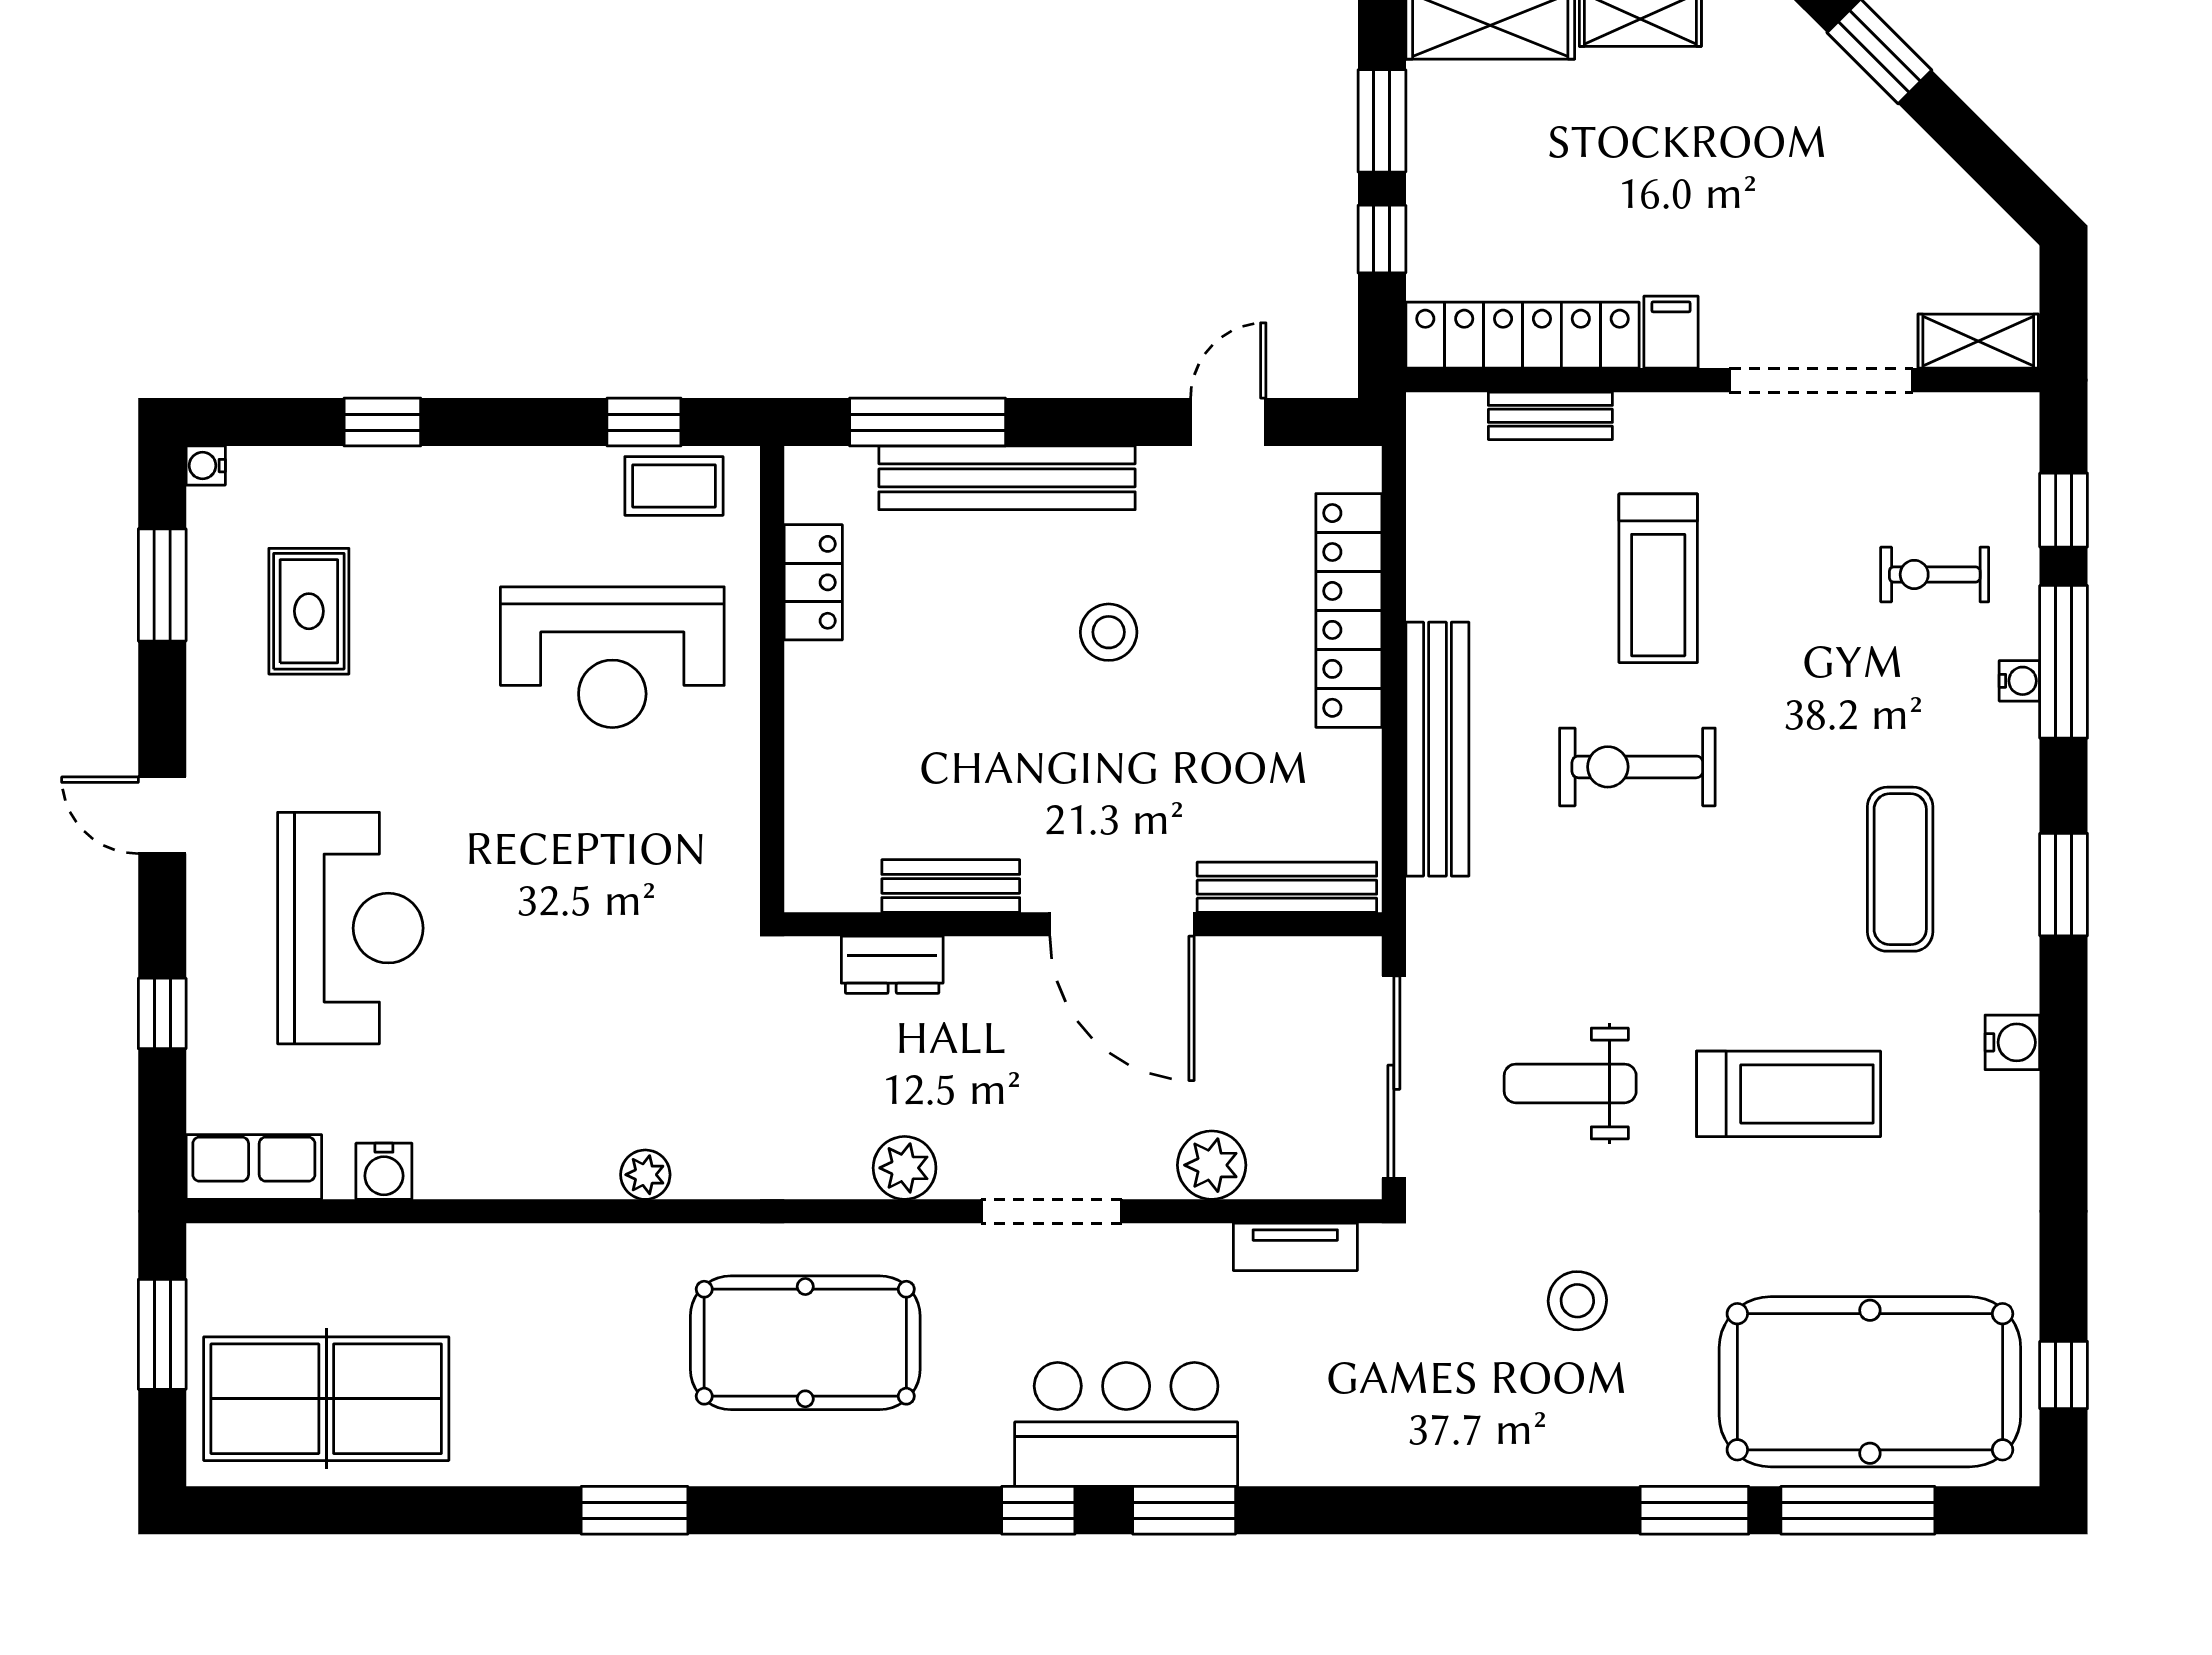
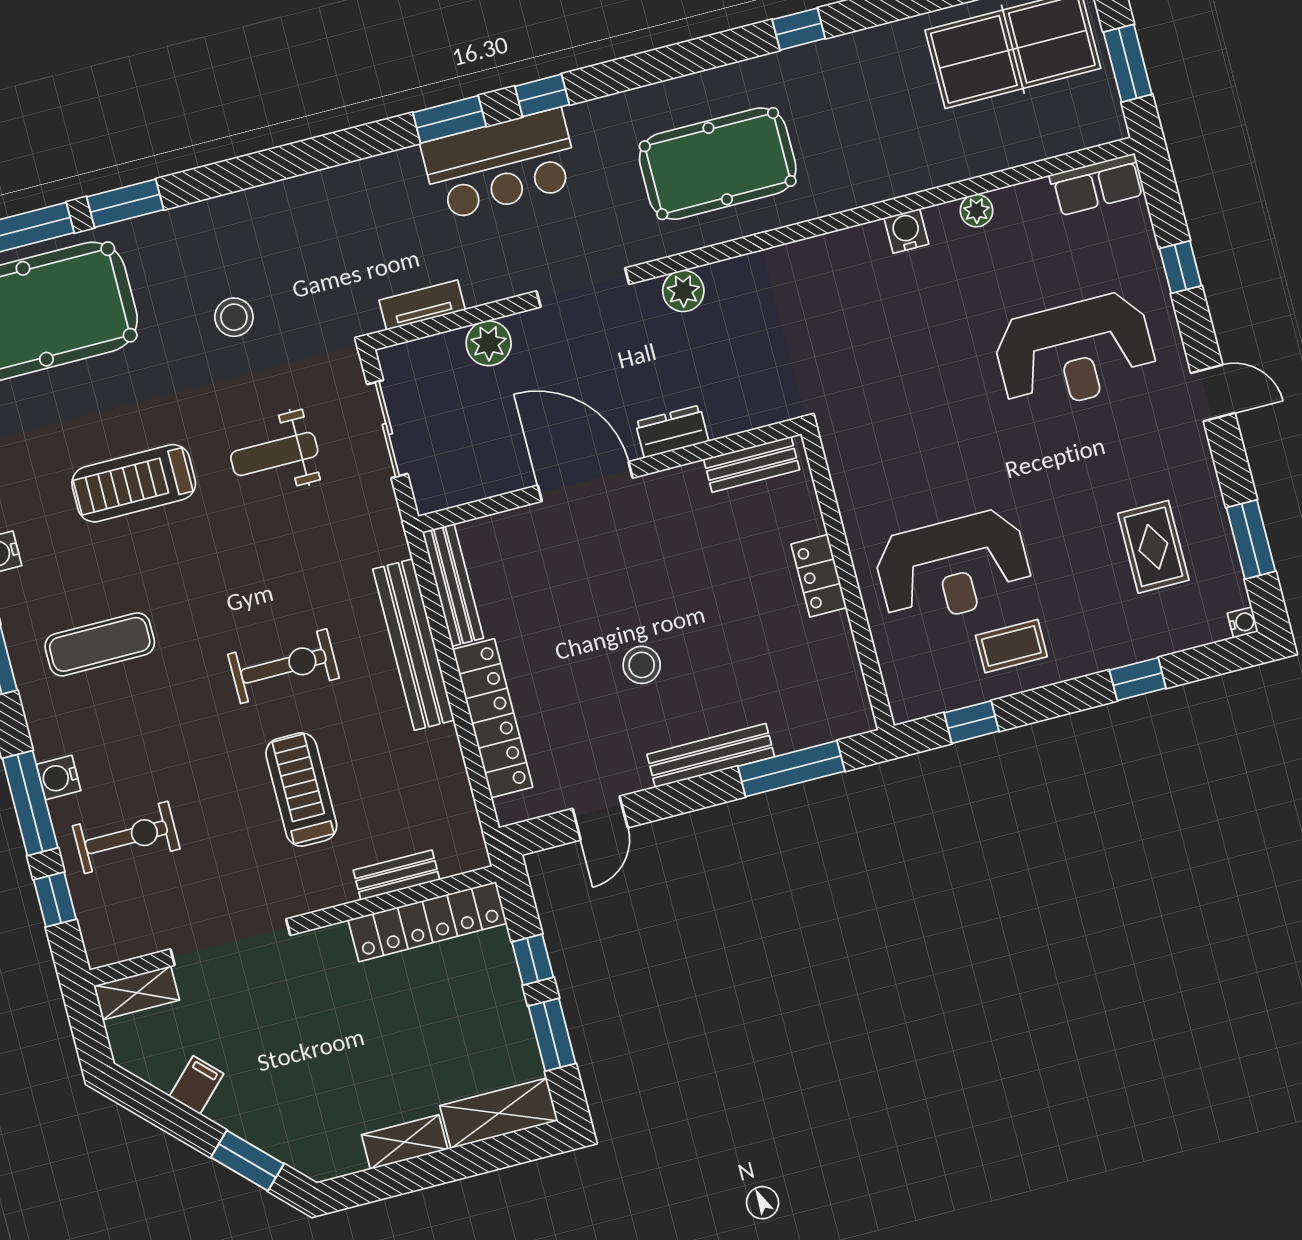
filing cabinet: (1671, 332) -> (196, 1085), moved, turned -135
bench: (1007, 478) -> (711, 756), width x0.73, depth x0.82
coffee table: (674, 486) -> (1011, 646), moved
exercise bike: (1935, 574) -> (126, 837), width x1.38, depth x1.39
locker: (813, 582) -> (819, 576), moved
reception desk: (612, 657) -> (953, 567), turned 180
water cooler: (2019, 681) -> (59, 778), width x1.38, depth x1.38
exercise mat: (1900, 869) -> (100, 644), turned 90
bench: (951, 886) -> (752, 464), moved
bench: (1287, 887) -> (453, 585), moved, turned 90
reception desk: (350, 928) -> (1075, 352), turned -90
dresser: (892, 965) -> (672, 432), moved
sliding door: (1394, 1077) -> (387, 429), width x0.73
weight bench: (1570, 1083) -> (274, 454), turned 180
water cooler: (384, 1171) -> (906, 231), moved
plant: (645, 1175) -> (976, 211), moved
window: (634, 1510) -> (799, 29), width x0.67

